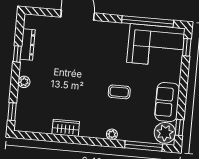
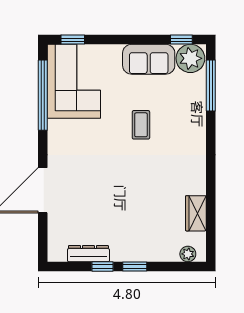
plant: (24, 82) -> (188, 254), moved
window: (12, 112) -> (135, 266), moved
wardrobe: (66, 128) -> (196, 213), moved
plant: (112, 134) -> (199, 129), removed

